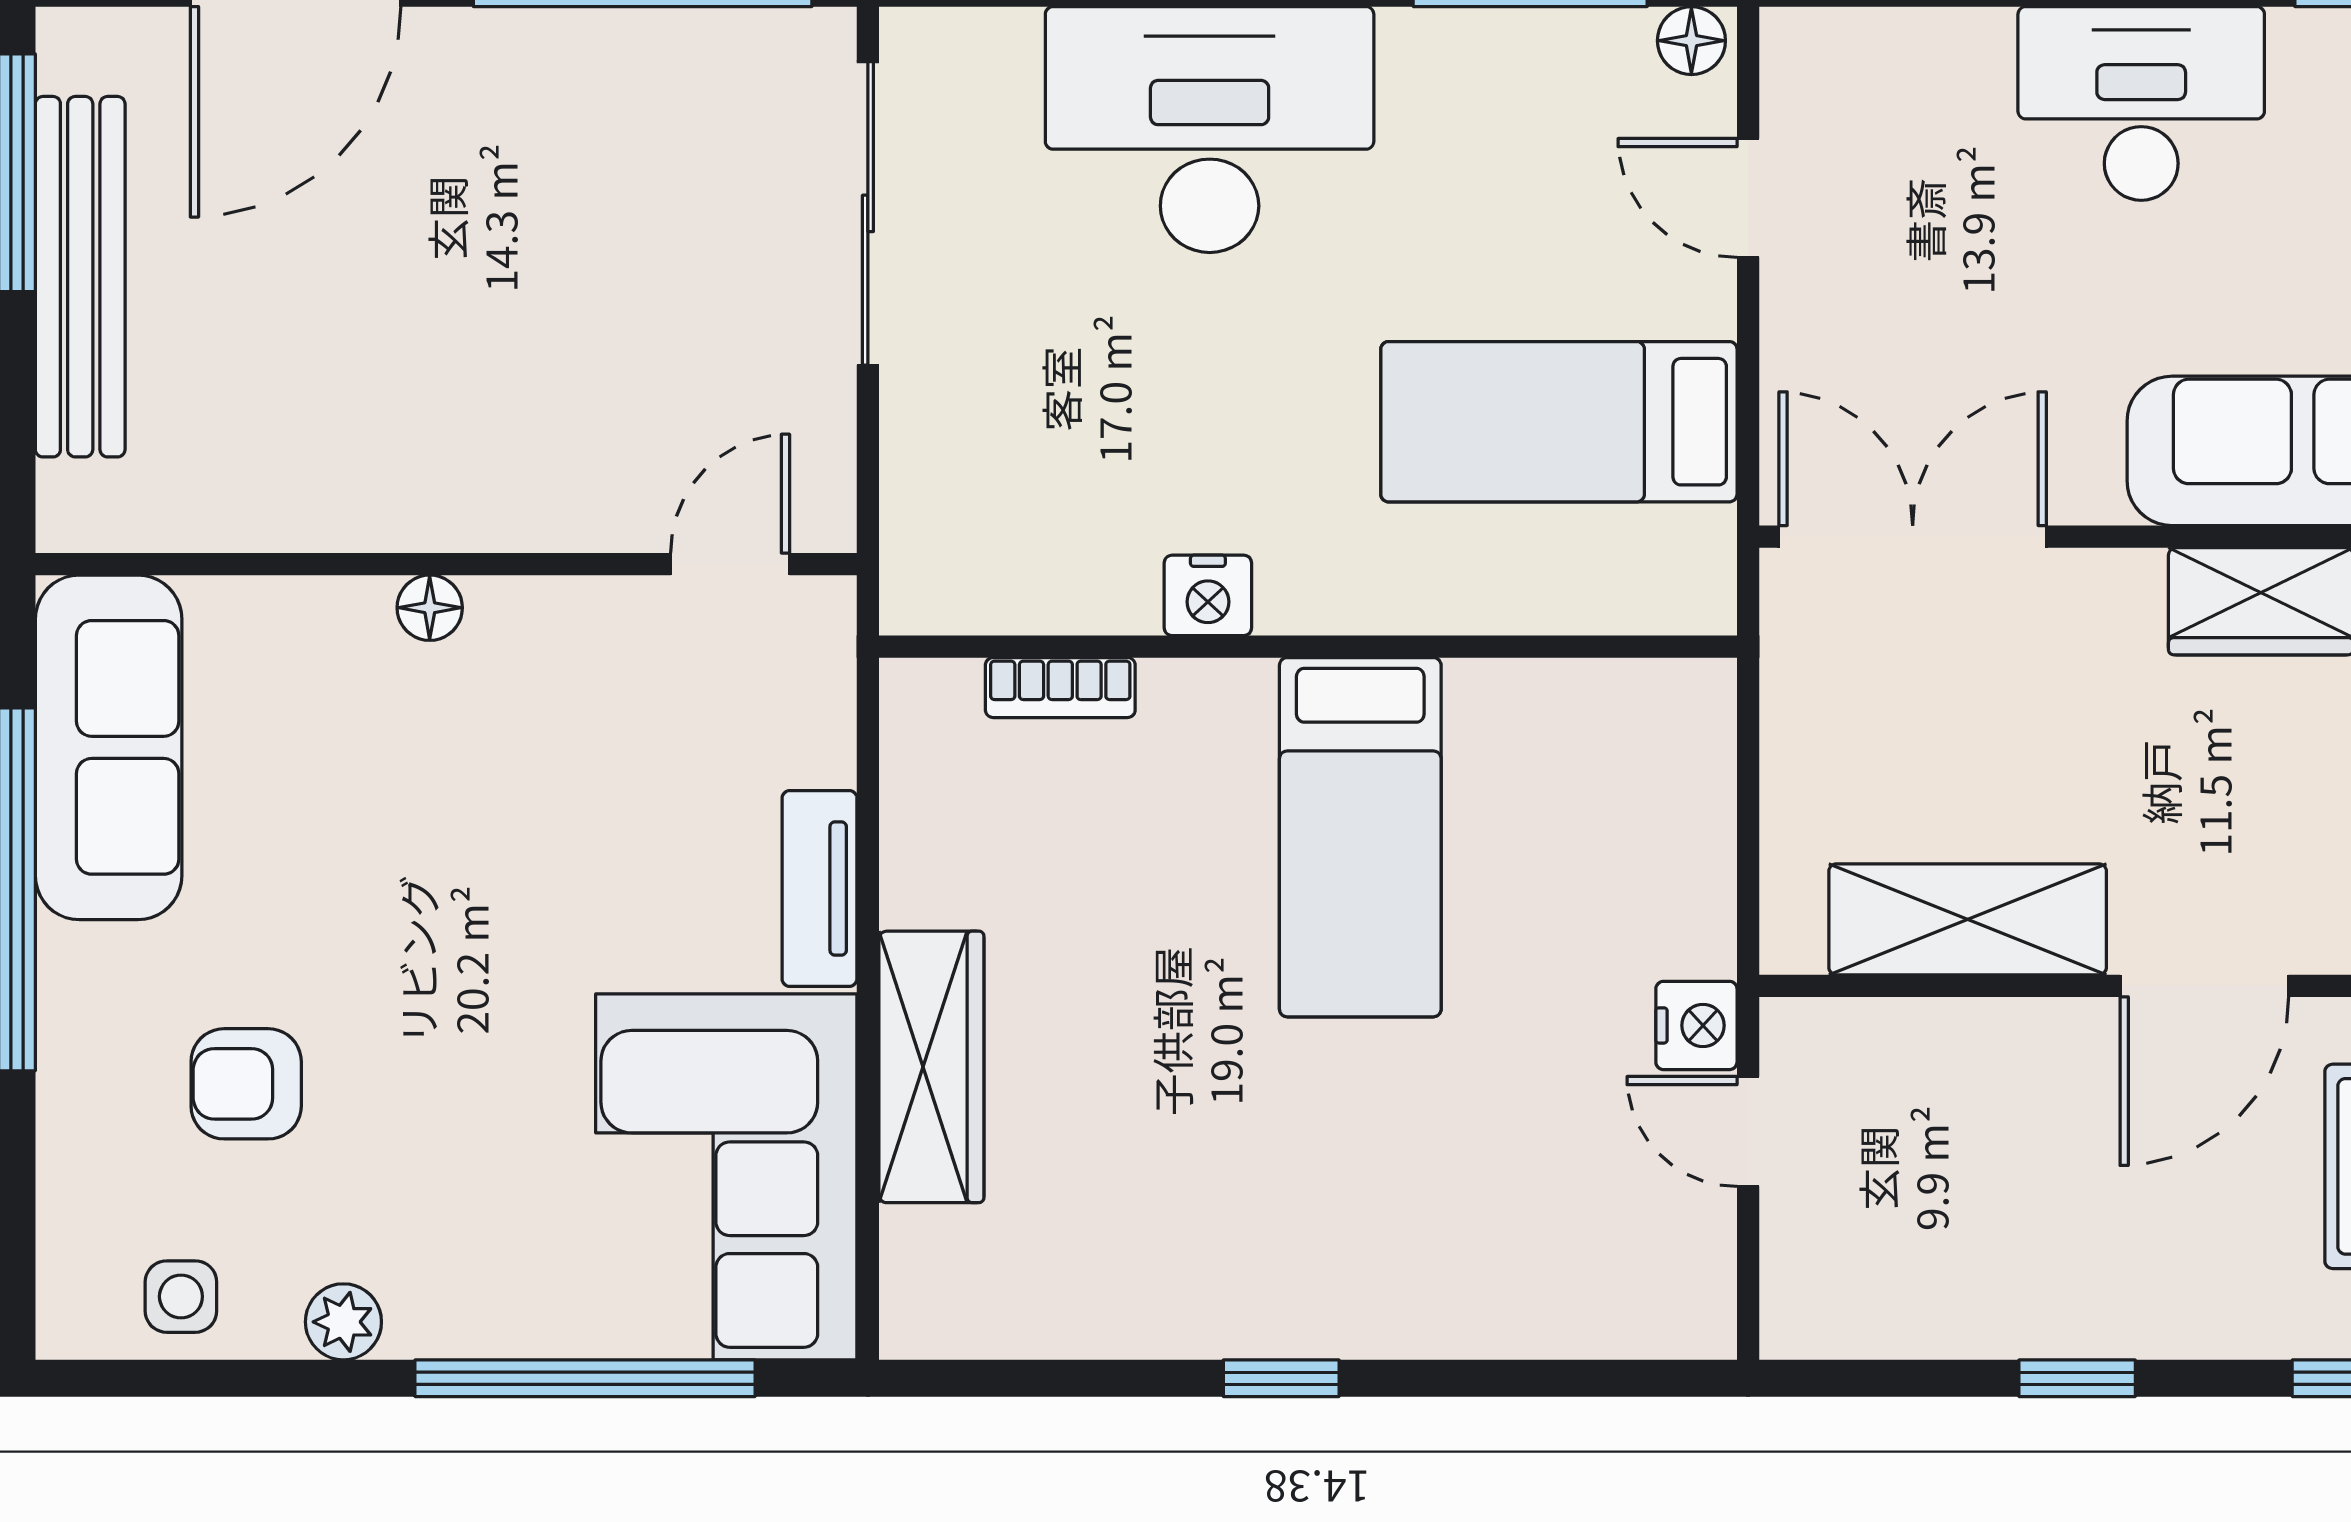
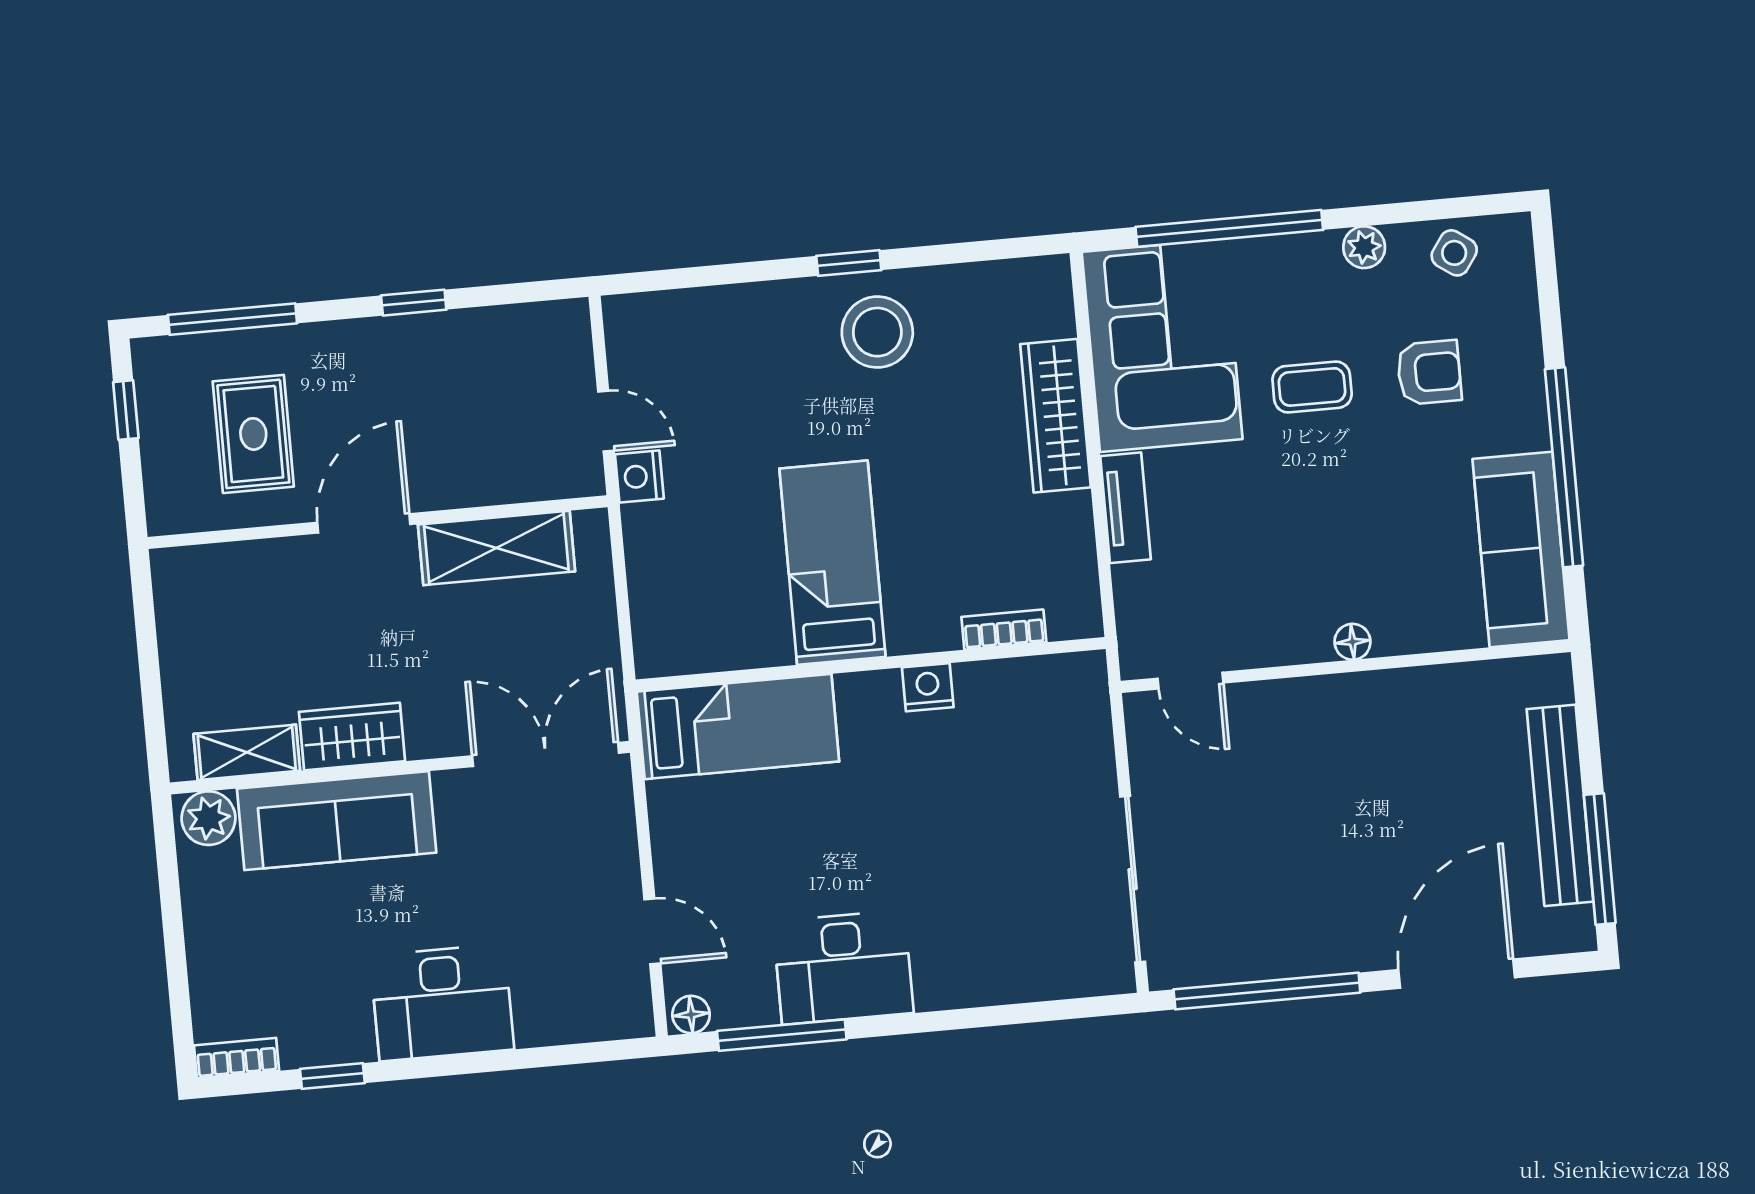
desk: (1210, 130) -> (843, 967), moved, width x0.73, depth x0.77
bed: (1559, 422) -> (738, 727), moved
double door: (1913, 537) -> (546, 754), swing flipped
door: (730, 564) -> (1191, 681), hinge flipped
coffee table: (461, 1077) -> (1312, 387), added
stool: (1241, 1248) -> (877, 332), added
side table: (181, 1297) -> (1454, 253), turned 35

